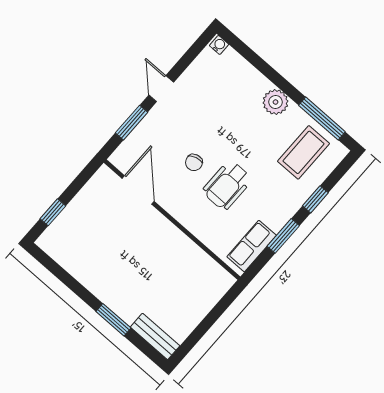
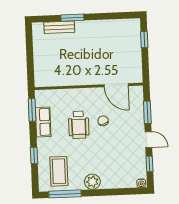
window: (188, 59) -> (149, 164), added
wheelchair: (227, 185) -> (79, 125), turned 180
window: (283, 236) -> (32, 110), moved
row of seats: (252, 246) -> (43, 122), moved
bench: (155, 336) -> (59, 27), moved

